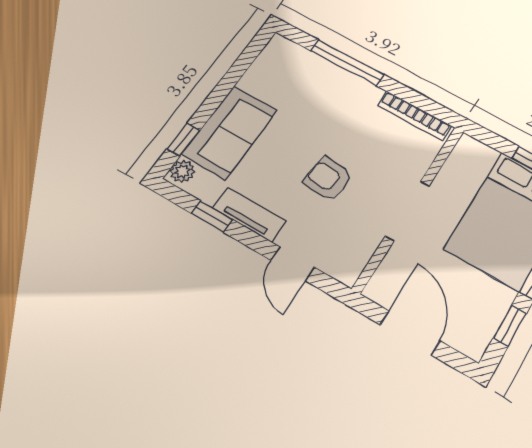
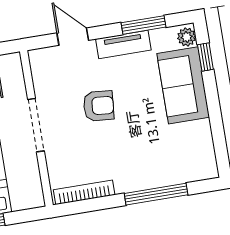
window: (212, 216) -> (143, 25), width x1.50

